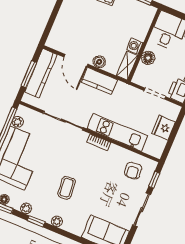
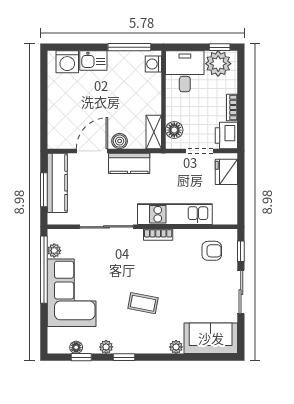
washing machine: (135, 46) -> (153, 64), moved
floor lamp: (148, 58) -> (174, 130), moved
door: (76, 61) -> (92, 151), swing flipped
fridge: (164, 128) -> (226, 172), moved
armchair: (133, 171) -> (212, 251), turned -84
coffee table: (67, 188) -> (143, 303), turned -74
plant: (57, 221) -> (176, 347), moved

